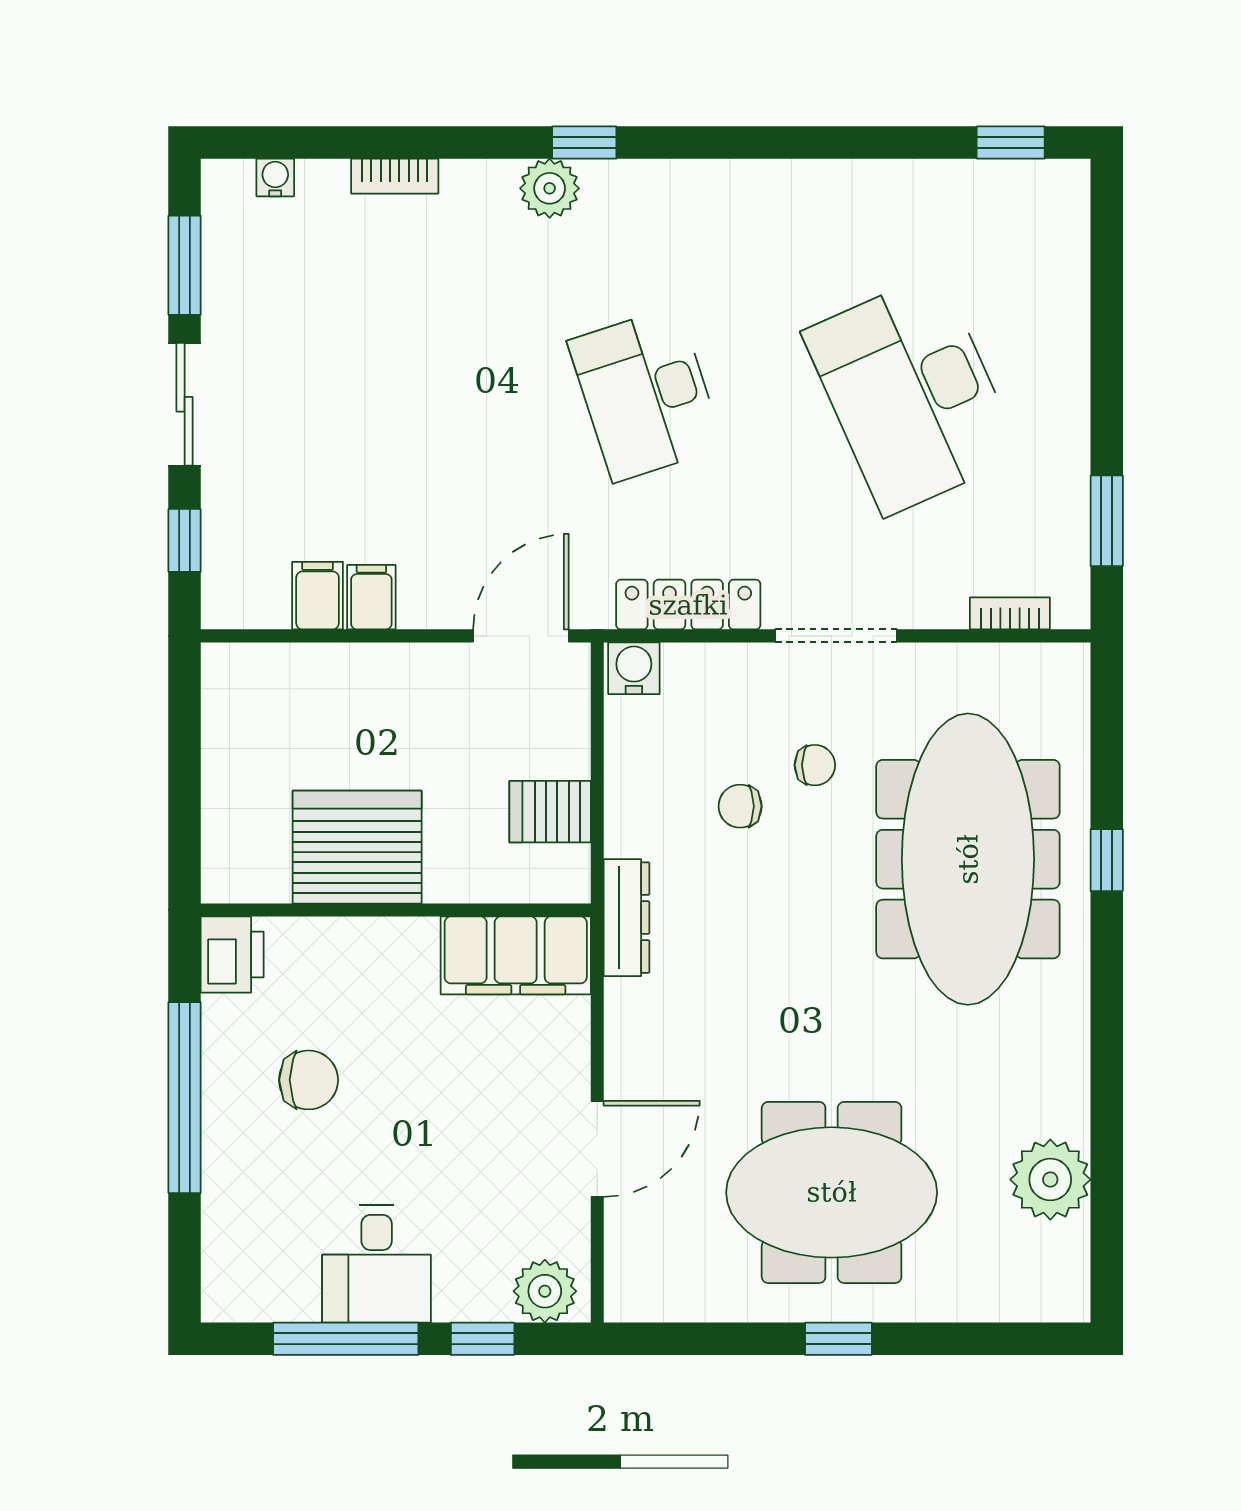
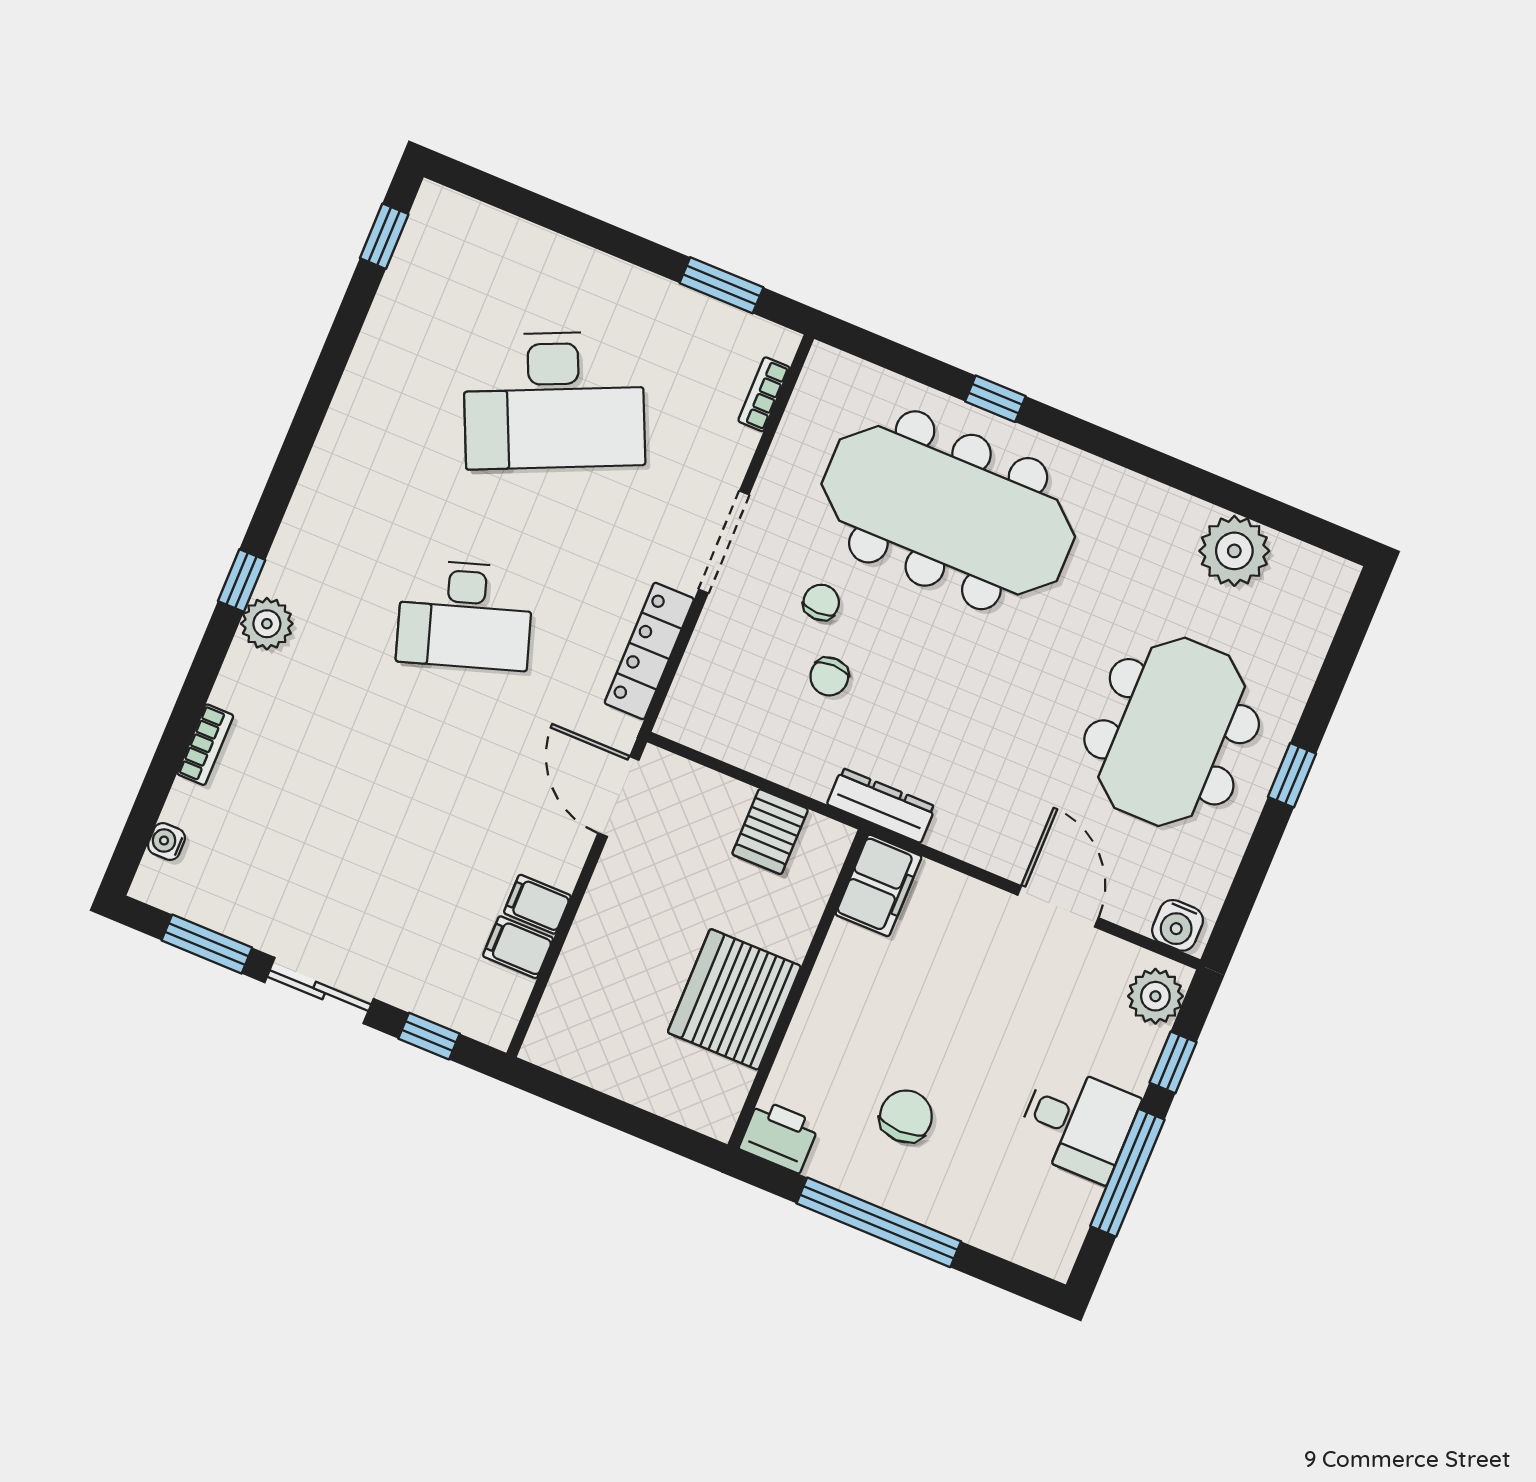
water cooler: (634, 668) -> (1178, 925), moved, turned -90
filing cabinet: (516, 955) -> (879, 885), width x0.67, depth x0.86

